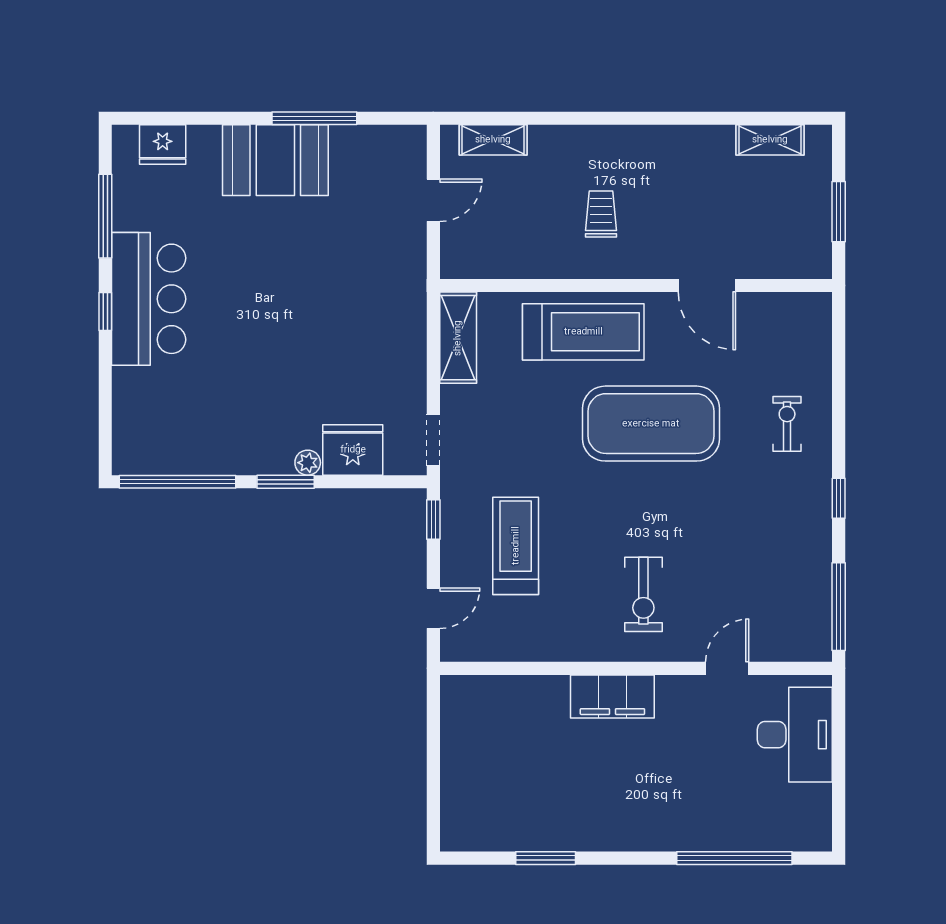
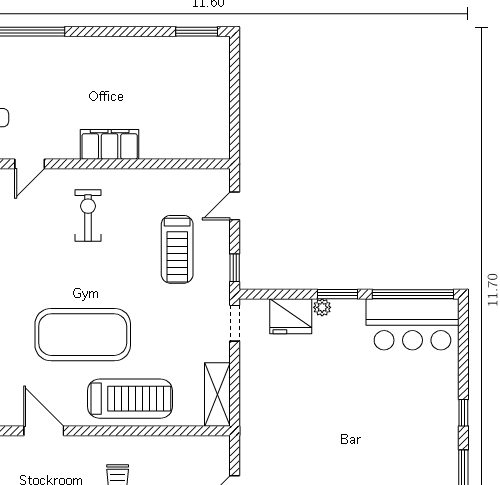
bar counter: (149, 299) -> (412, 324), moved, turned -90
treadmill: (583, 332) -> (130, 399), turned 180
window: (546, 858) -> (197, 32), moved

